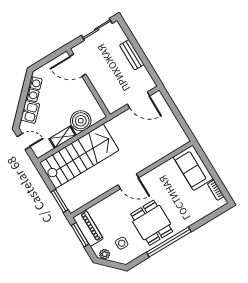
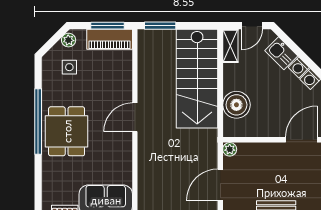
plant: (112, 108) -> (230, 149), added
shelving: (63, 137) -> (230, 46), moved
dining table: (152, 223) -> (67, 131), moved, turned 90

